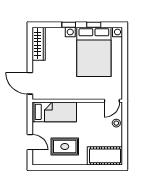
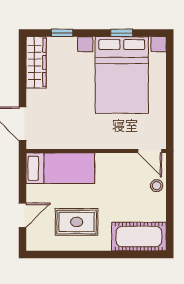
window: (69, 25) -> (62, 33), moved
door: (112, 101) -> (150, 151), hinge flipped
door: (30, 142) -> (22, 215), hinge flipped

